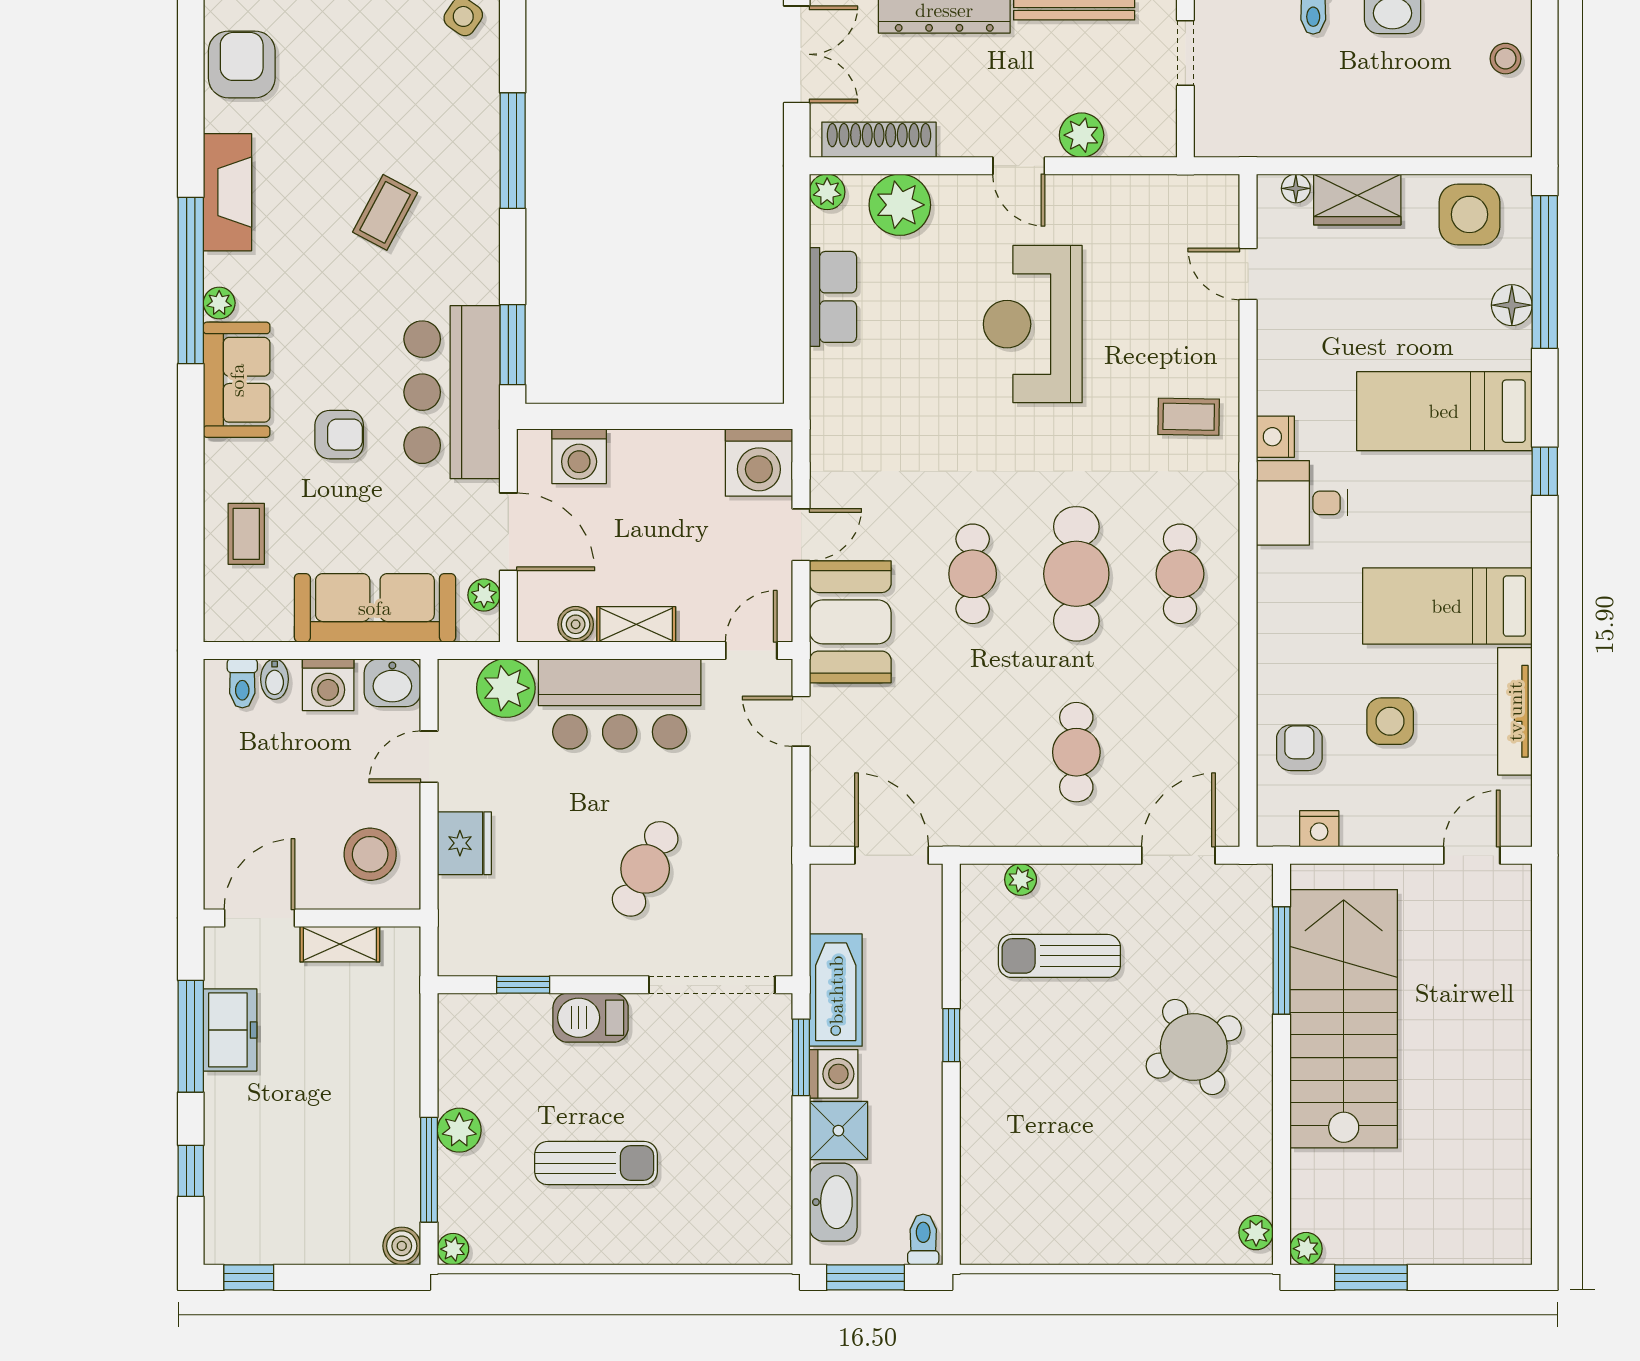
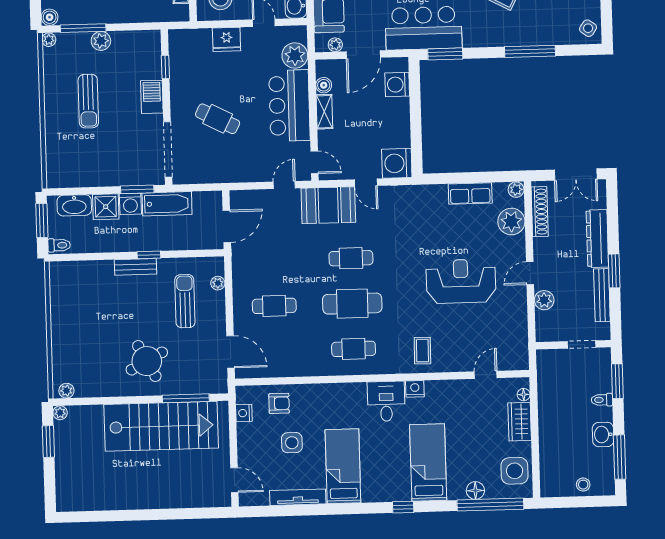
bench: (978, 1066) -> (135, 267), added

